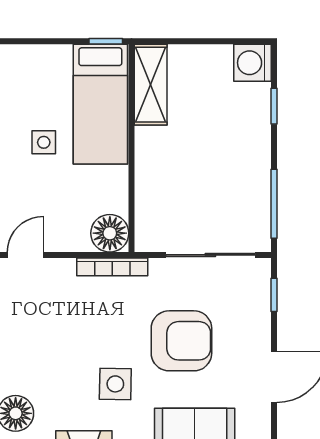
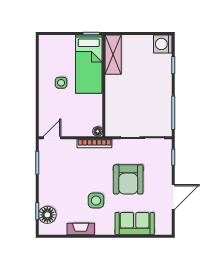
floor lamp: (110, 233) -> (98, 131), width x0.53, depth x0.53
armchair: (181, 341) -> (128, 179), turned 90

